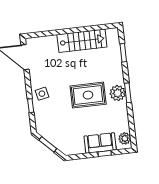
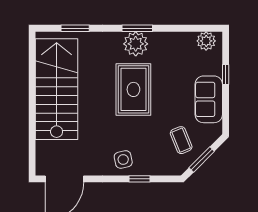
stairs: (82, 41) -> (57, 89), width x1.36, depth x1.51
coffee table: (59, 130) -> (181, 140), added
sofa: (100, 143) -> (209, 99), moved

